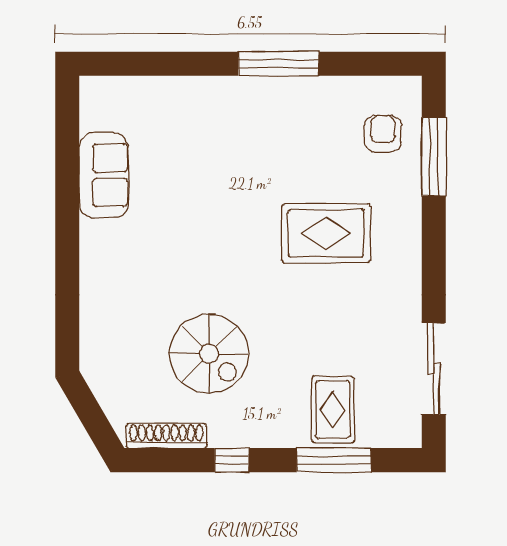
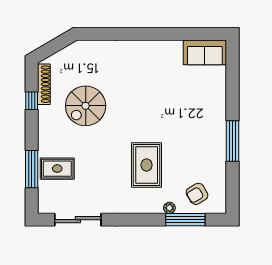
armchair: (383, 134) -> (197, 194), turned 149
sofa: (104, 175) -> (205, 52), moved
plant: (410, 188) -> (169, 208), added
window: (232, 460) -> (32, 101), moved

